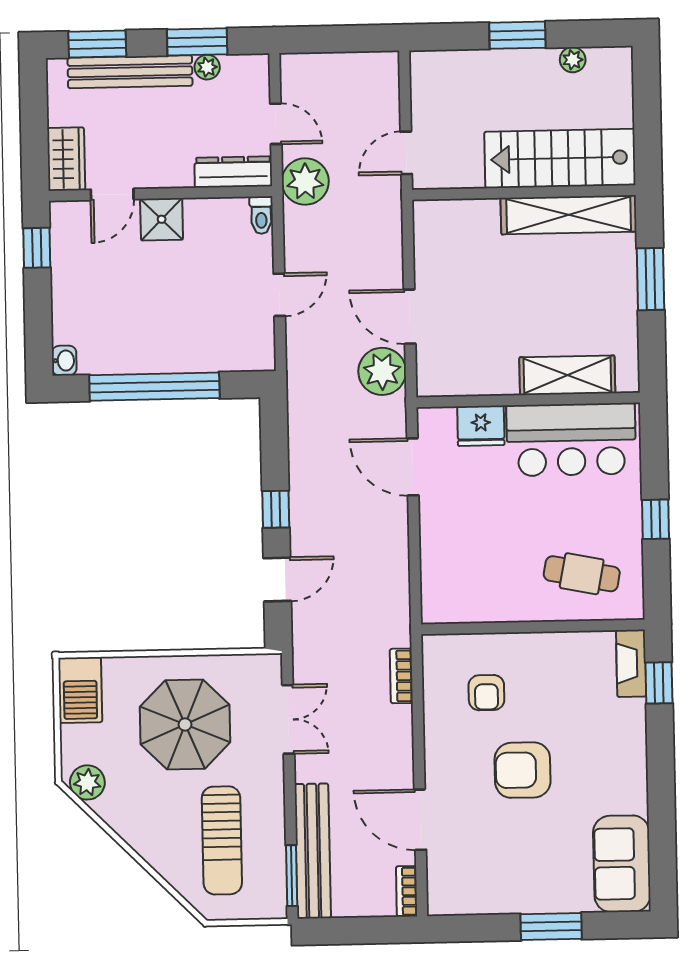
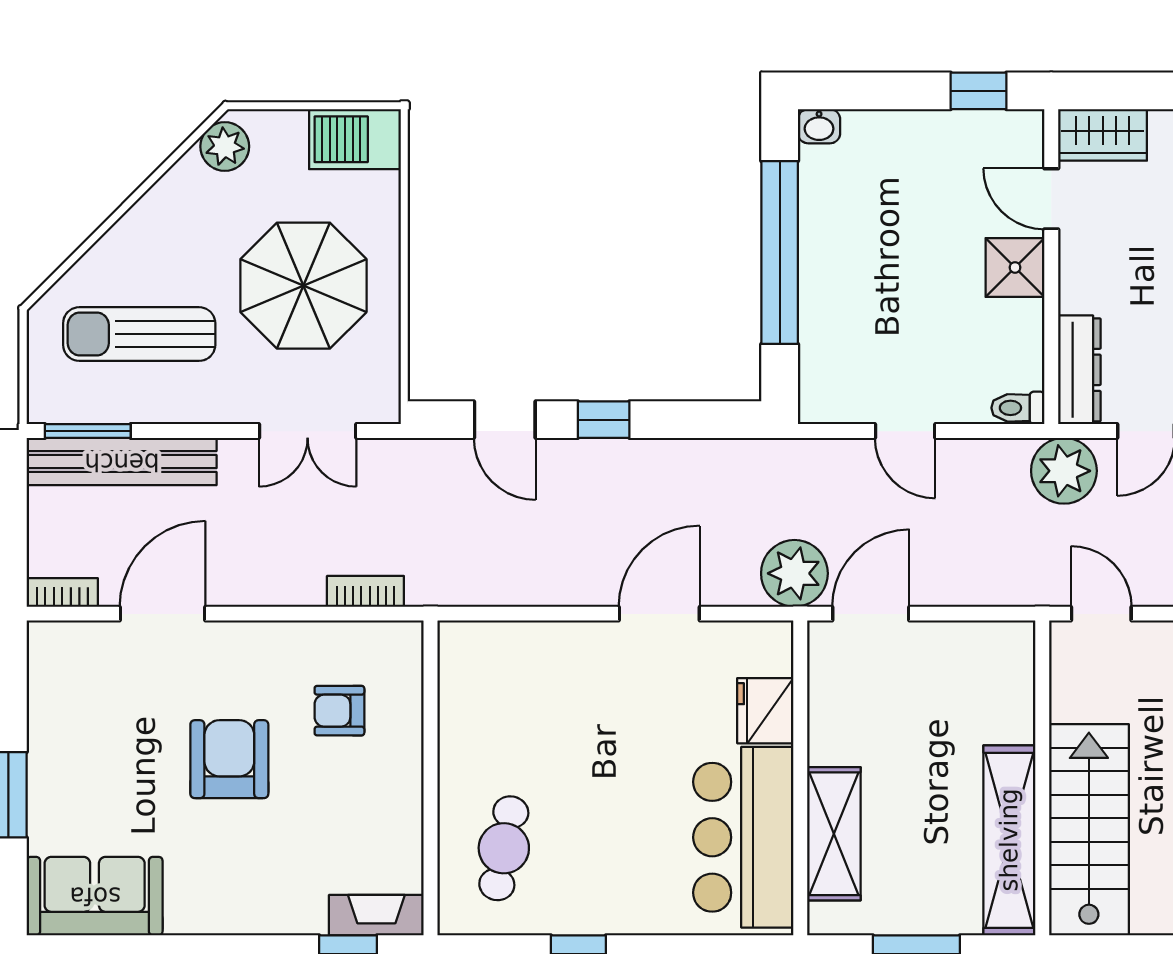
shelving: (567, 375) -> (834, 834), moved
wall: (528, 400) -> (800, 778), moved
fridge: (481, 426) -> (765, 711), moved
bar counter: (571, 440) -> (743, 837), moved

